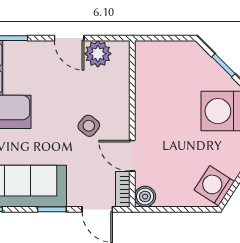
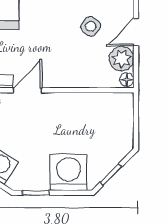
floor lamp: (121, 48) -> (127, 80), added
side table: (89, 126) -> (91, 26), moved

